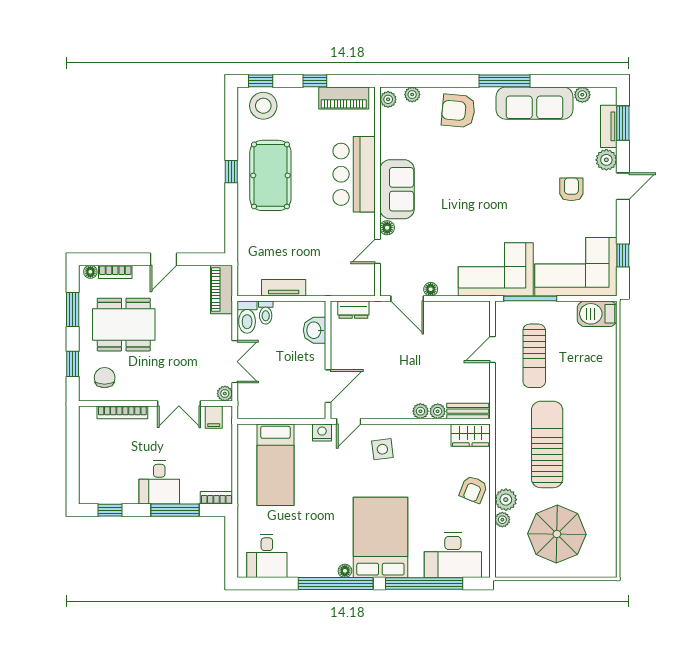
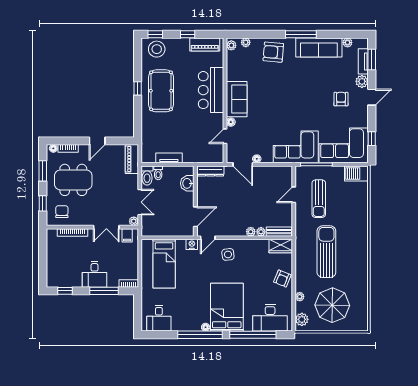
dresser: (353, 310) -> (211, 171), width x1.44
plant: (506, 500) -> (302, 319), moved

